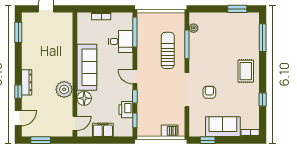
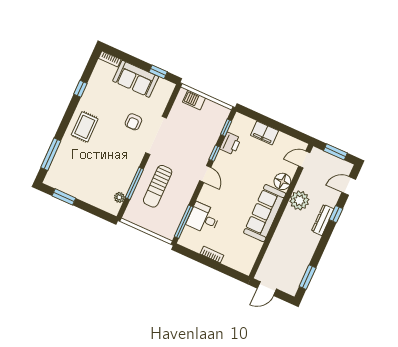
sofa: (87, 67) -> (265, 213), moved
wall: (75, 74) -> (281, 211), moved
plant: (64, 89) -> (299, 200), moved
floor lamp: (84, 98) -> (282, 181), moved
door: (75, 123) -> (304, 159), moved

